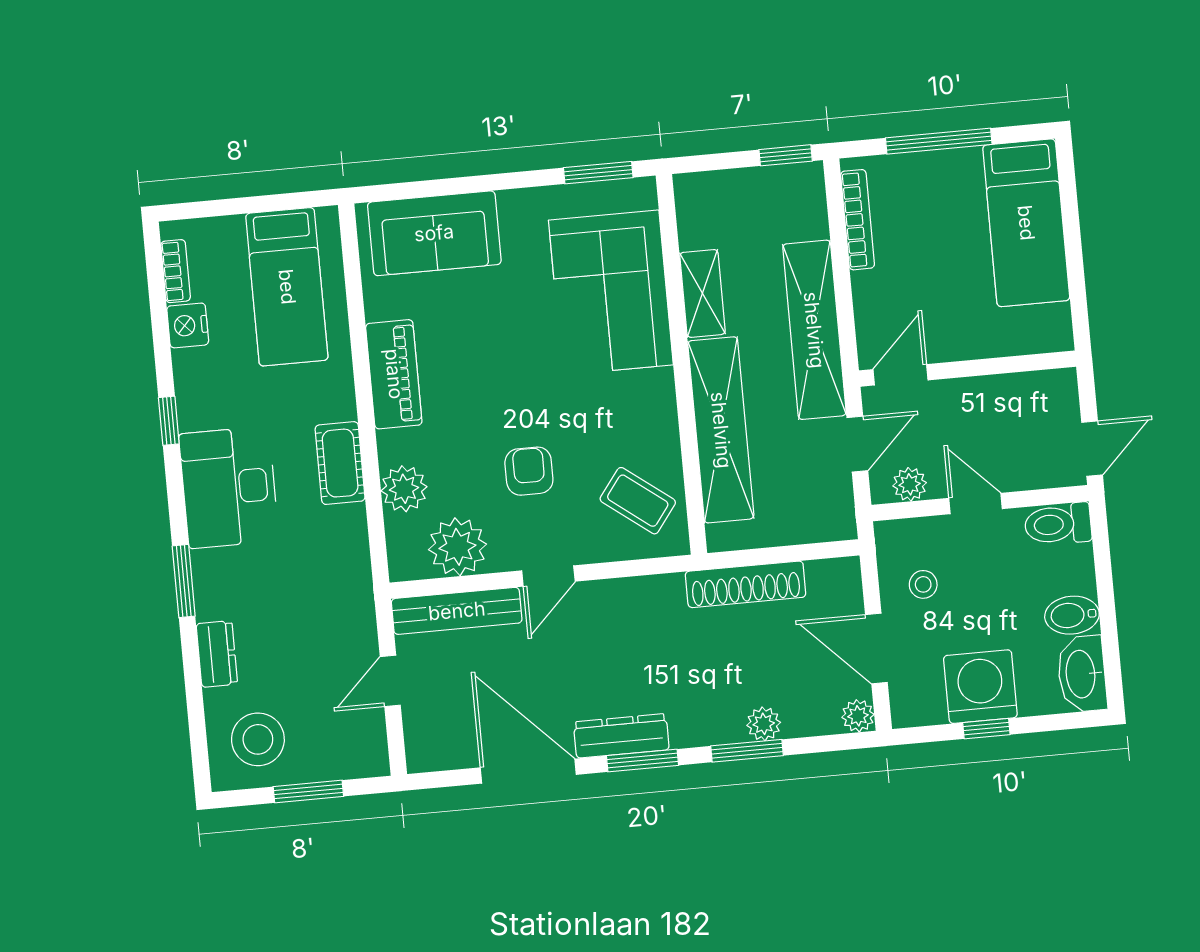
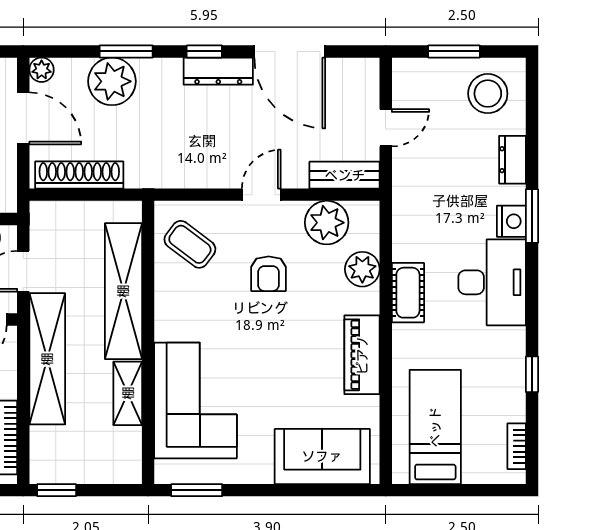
nightstand: (188, 325) -> (511, 221), moved
window: (169, 421) -> (532, 374), moved
shoe rack: (746, 584) -> (79, 175), moved
bench: (457, 611) -> (345, 175), width x0.73
plant: (764, 724) -> (112, 81), width x1.88, depth x1.88
window: (642, 760) -> (204, 51), width x0.67

